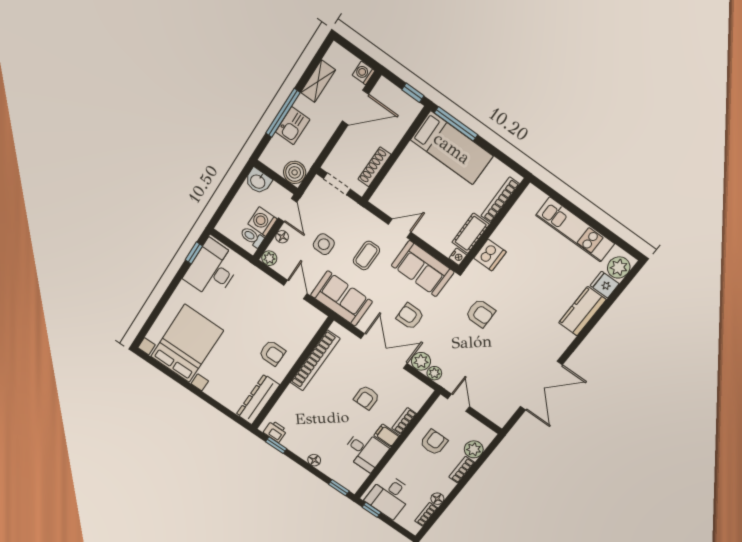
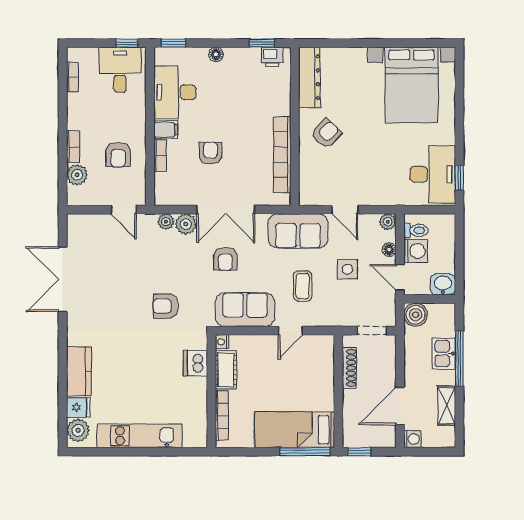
armchair: (410, 316) -> (225, 259), turned 90
armchair: (272, 353) -> (326, 133), turned 134
desk: (365, 451) -> (175, 92), width x1.37
floor lamp: (437, 499) -> (74, 101), removed

